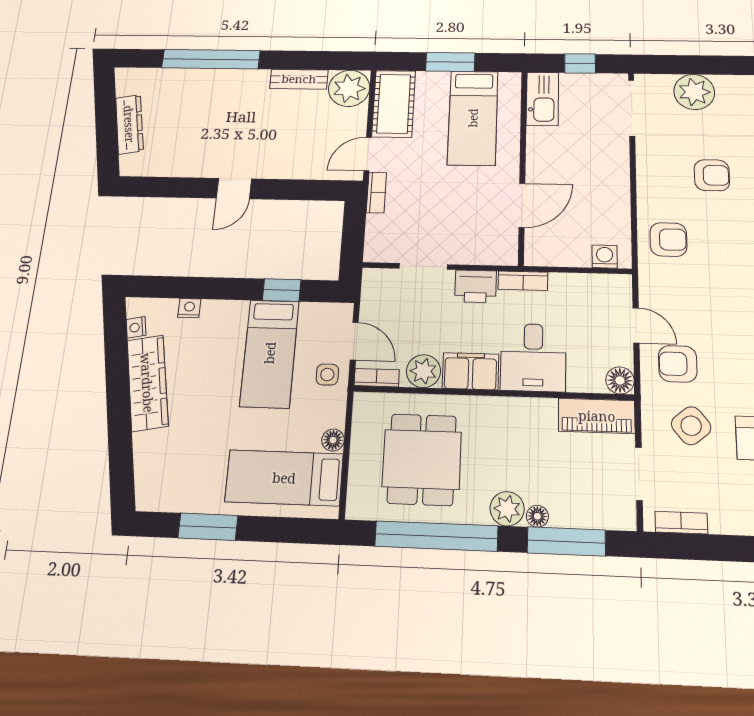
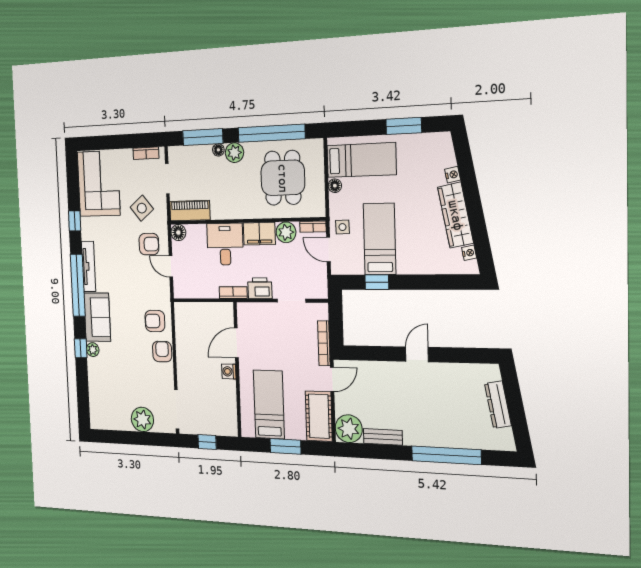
kitchen sink: (542, 99) -> (228, 417), removed
armchair: (712, 175) -> (162, 352), moved, turned 90
bookcase: (376, 193) -> (324, 343), width x1.56
washing machine: (605, 256) -> (229, 371), moved, turned 90
nightstand: (189, 308) -> (453, 175), moved, turned -101

